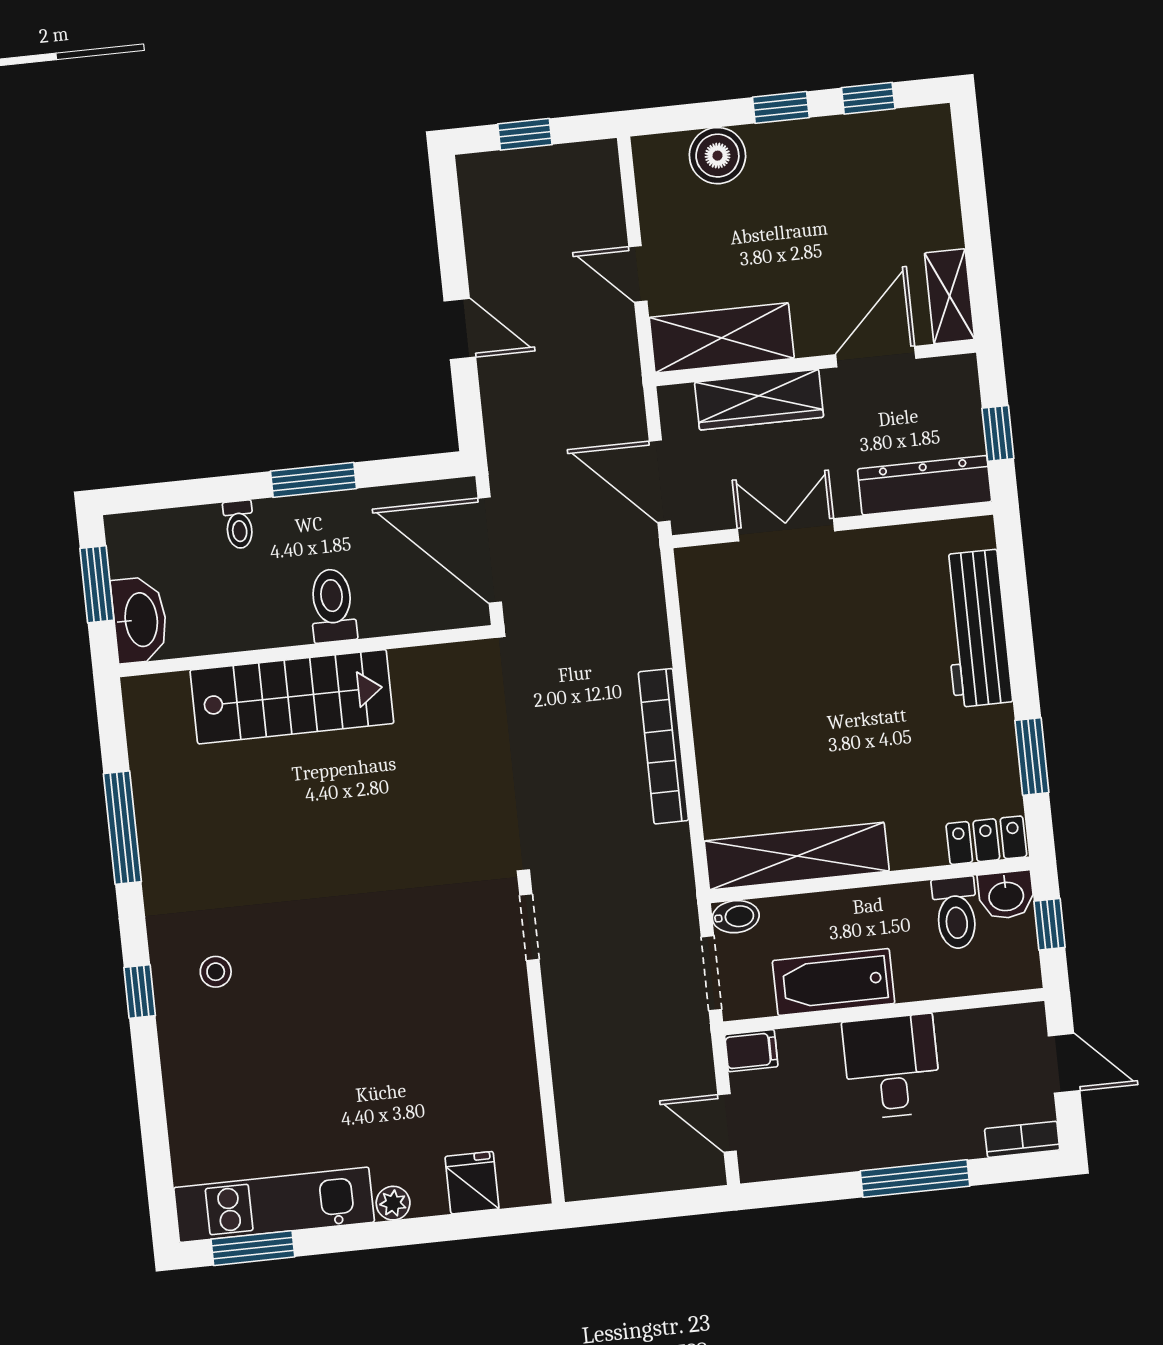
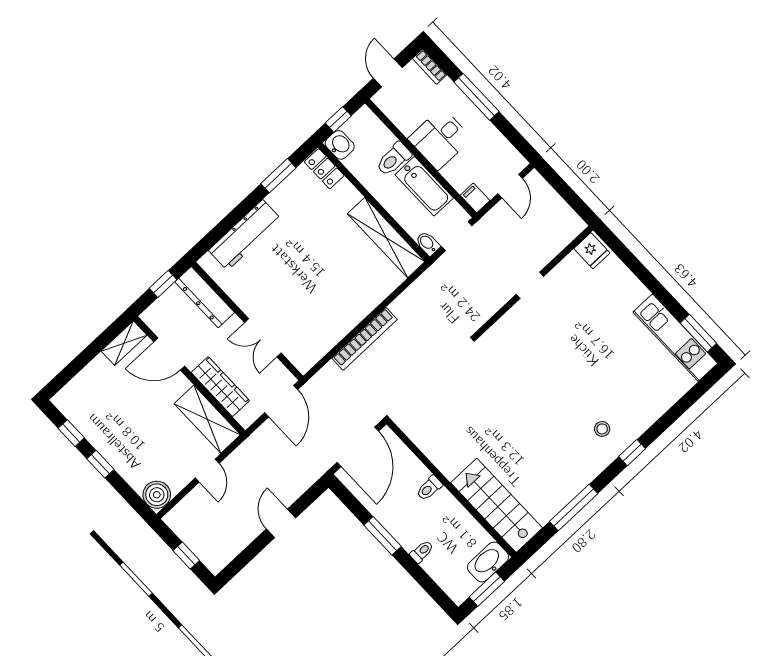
boiler: (717, 156) -> (157, 495), moved
toilet: (333, 606) -> (429, 488), width x0.73, depth x0.72
stairs: (292, 697) -> (496, 505), moved
bookcase: (663, 746) -> (365, 339), moved
toilet: (956, 913) -> (394, 159), moved, turned 180
doorway: (529, 927) -> (530, 285), moved
fridge: (472, 1183) -> (592, 251), moved, turned -90
plant: (393, 1203) -> (640, 292), removed

